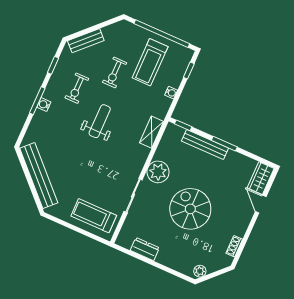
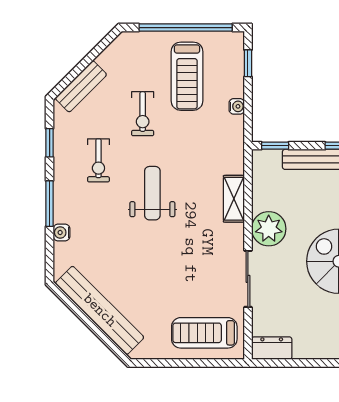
water cooler: (44, 105) -> (62, 233), moved
shelving: (152, 132) -> (234, 199), moved
dresser: (145, 249) -> (272, 348), moved

